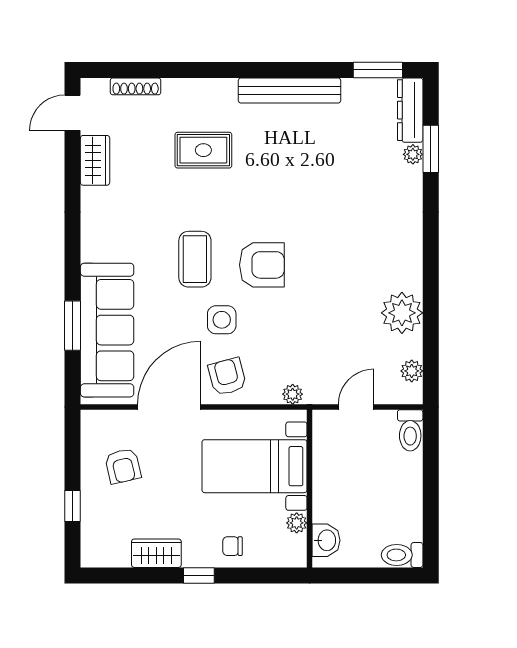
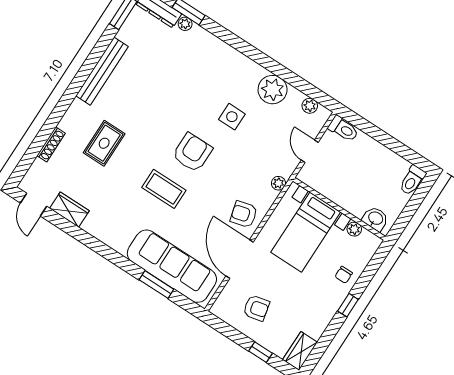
shoe rack: (136, 86) -> (51, 144), moved
side table: (222, 320) -> (232, 117), moved
wardrobe: (156, 553) -> (300, 351), moved

